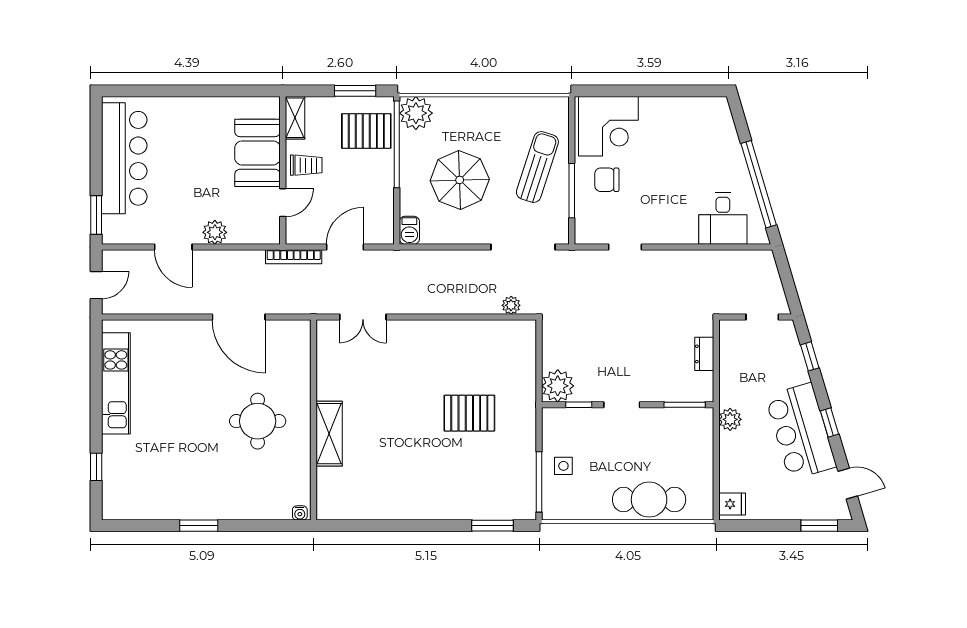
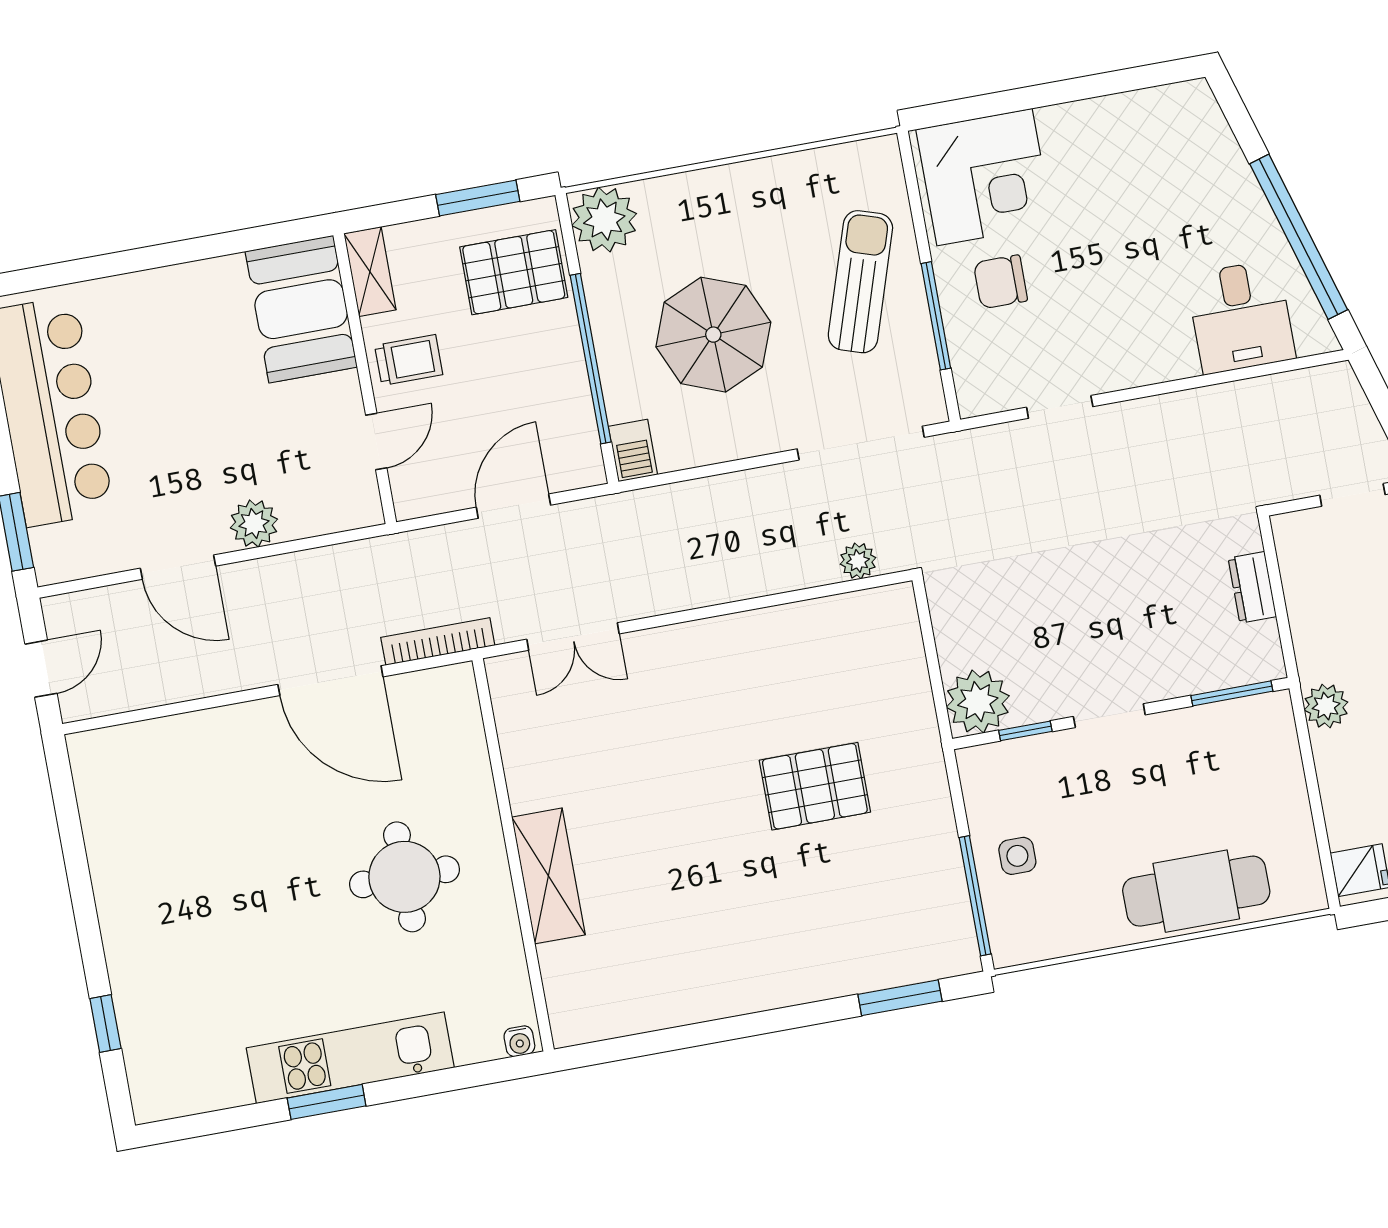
window: (397, 144) -> (591, 359), moved
booth: (258, 153) -> (301, 309), moved
bookcase: (294, 257) -> (438, 641), moved, turned 180
kitchen unit: (116, 383) -> (350, 1058), moved, turned -90

